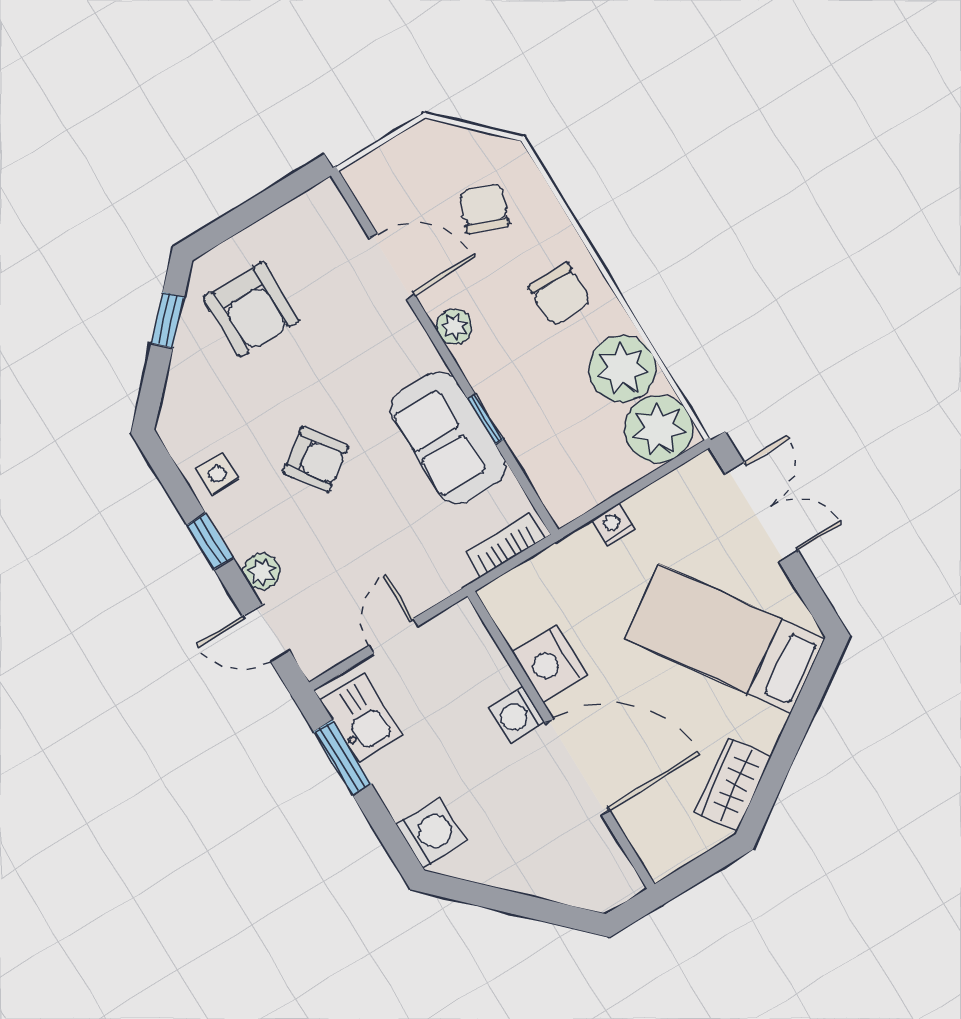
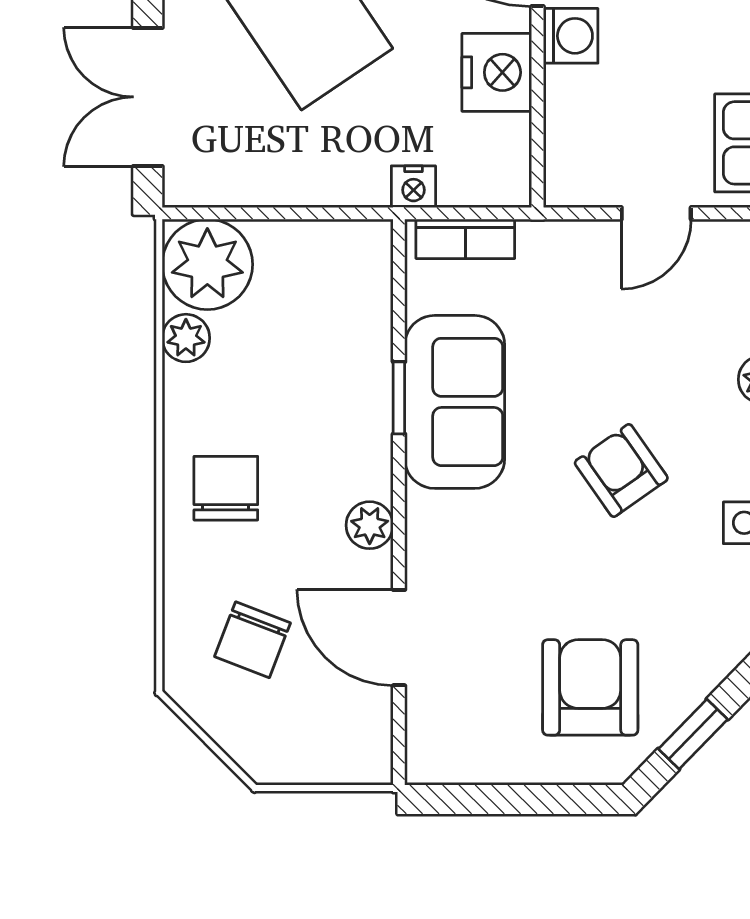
plant: (622, 369) -> (186, 338), width x0.53, depth x0.53
nightstand: (613, 525) -> (413, 187), moved

